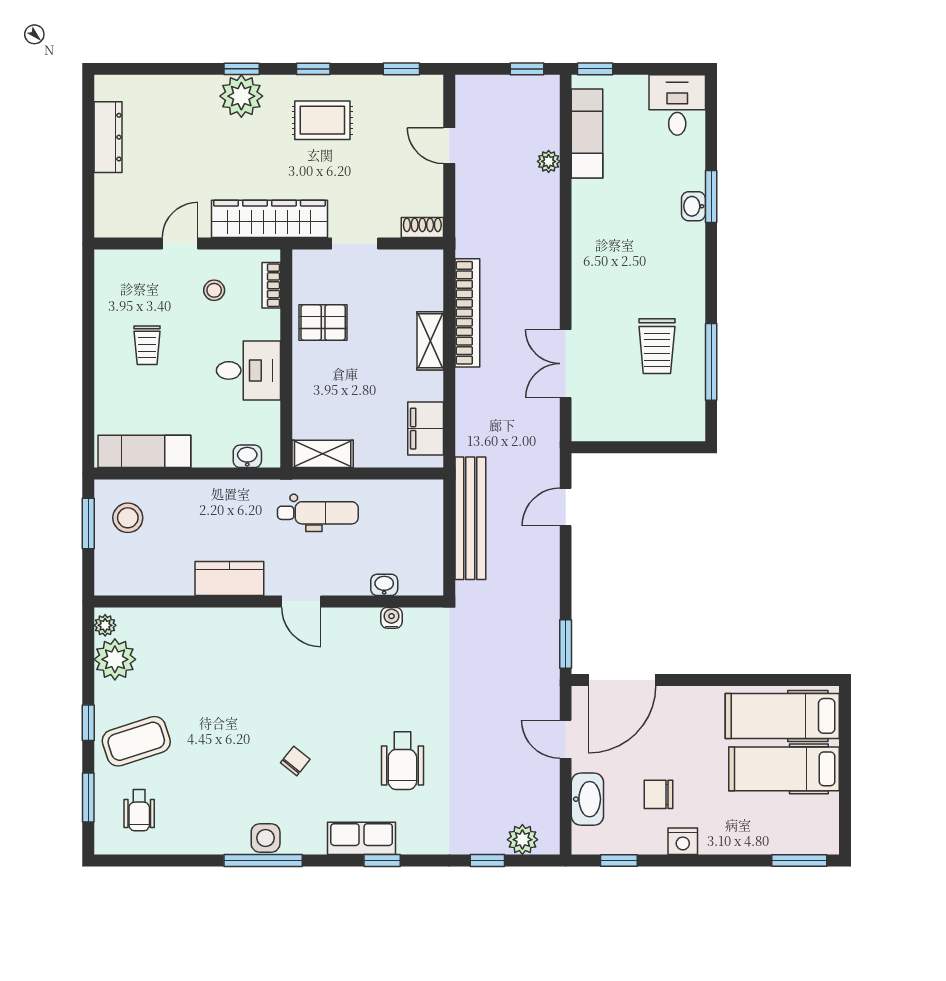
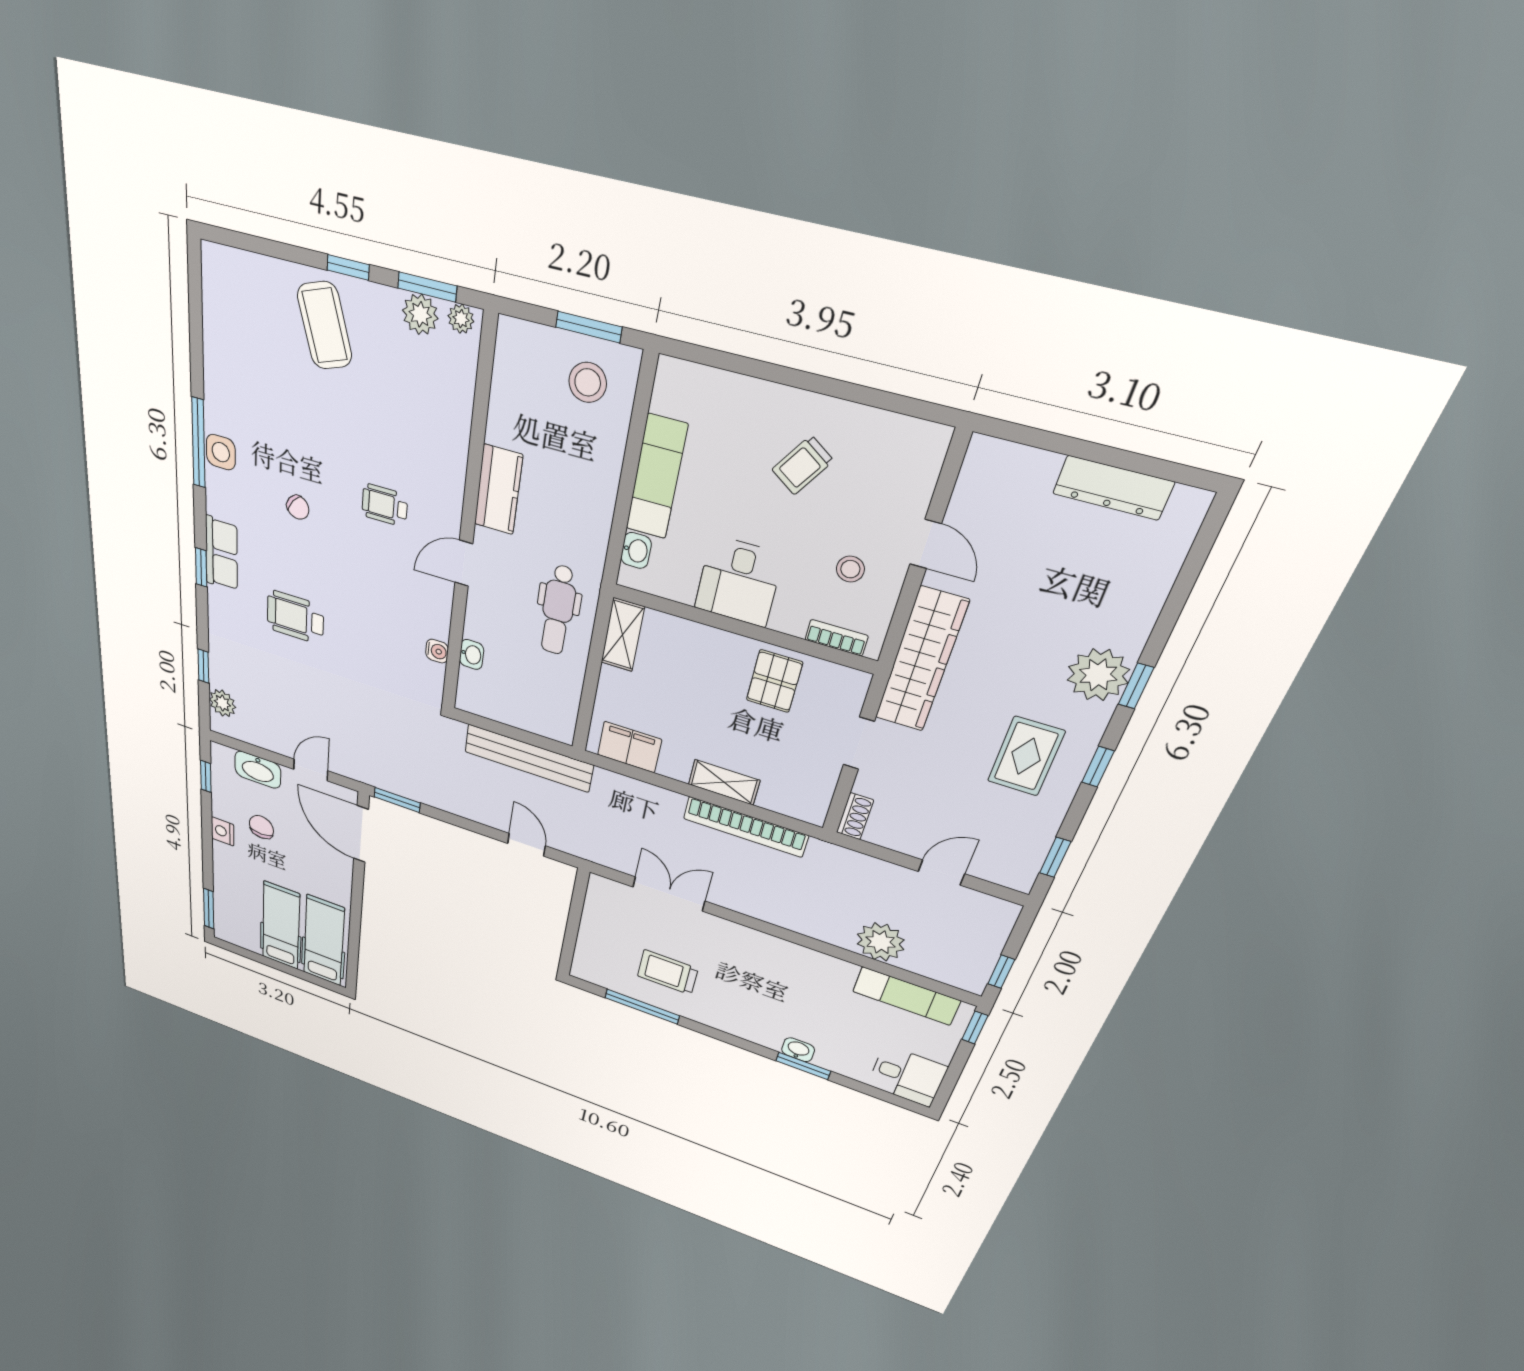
plant: (549, 161) -> (880, 942), width x1.87, depth x1.87
trolley: (147, 345) -> (803, 465), turned -56
exam couch: (144, 451) -> (656, 477), moved
plant: (115, 659) -> (420, 314), width x0.73, depth x0.73
window: (88, 798) -> (427, 287), moved
wheelchair: (139, 810) -> (385, 505), moved

